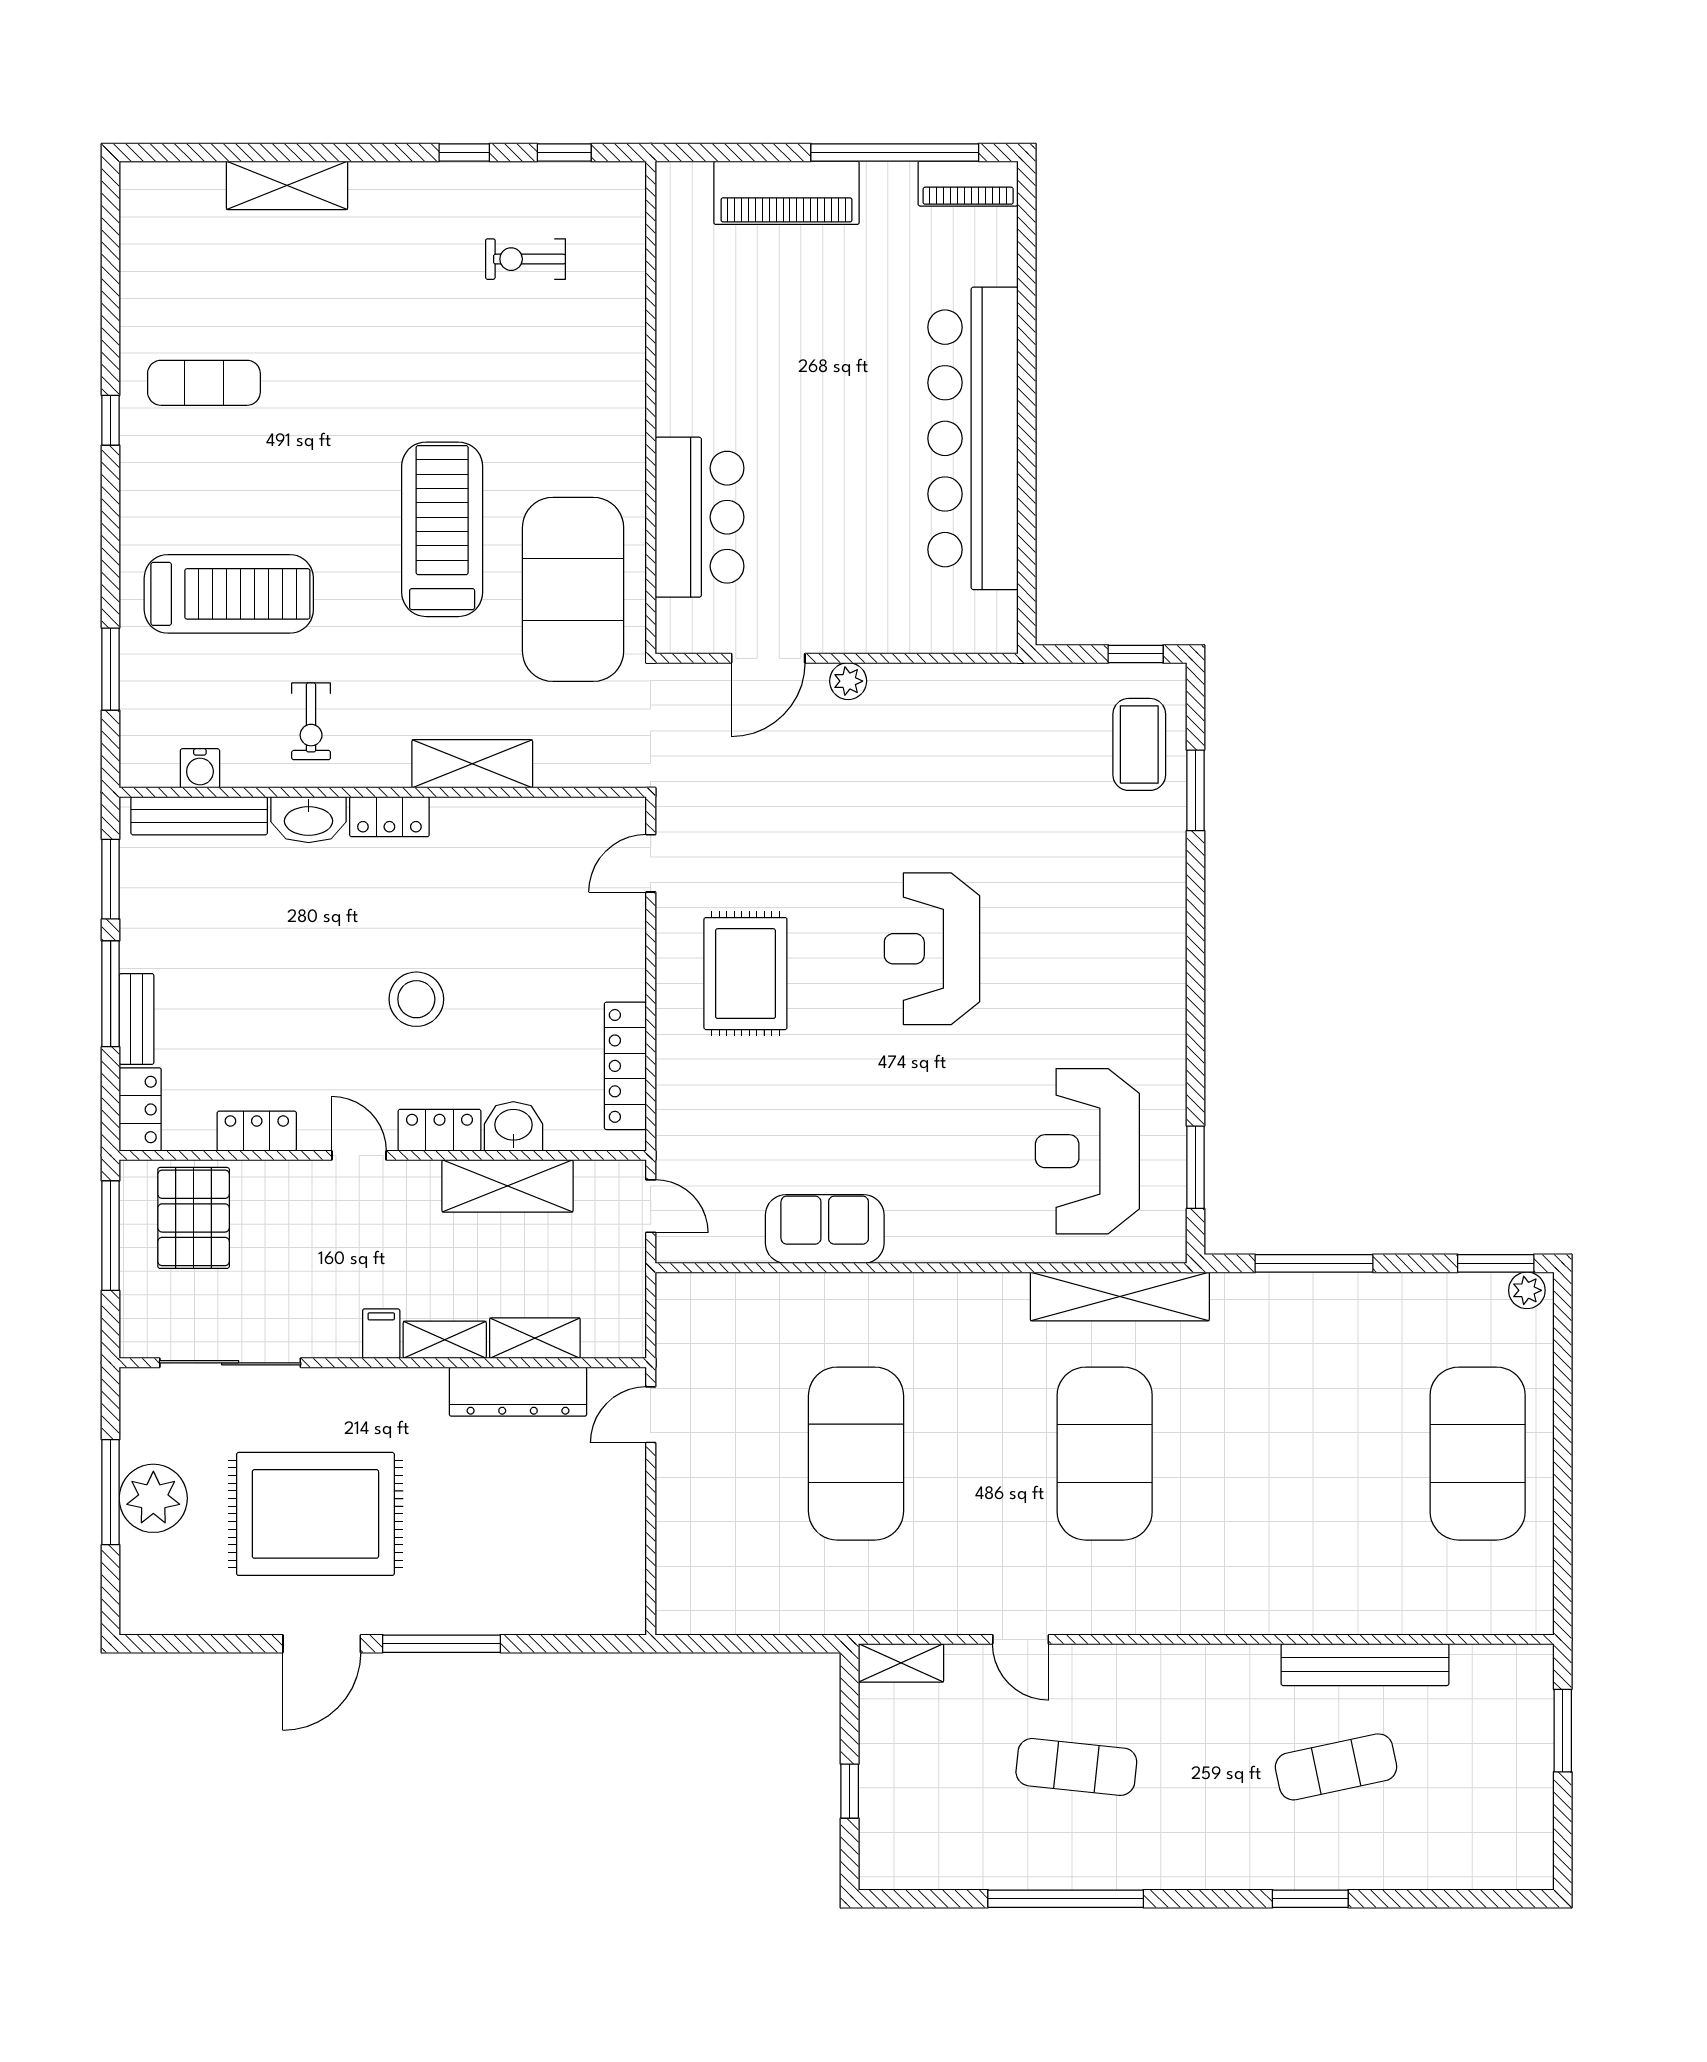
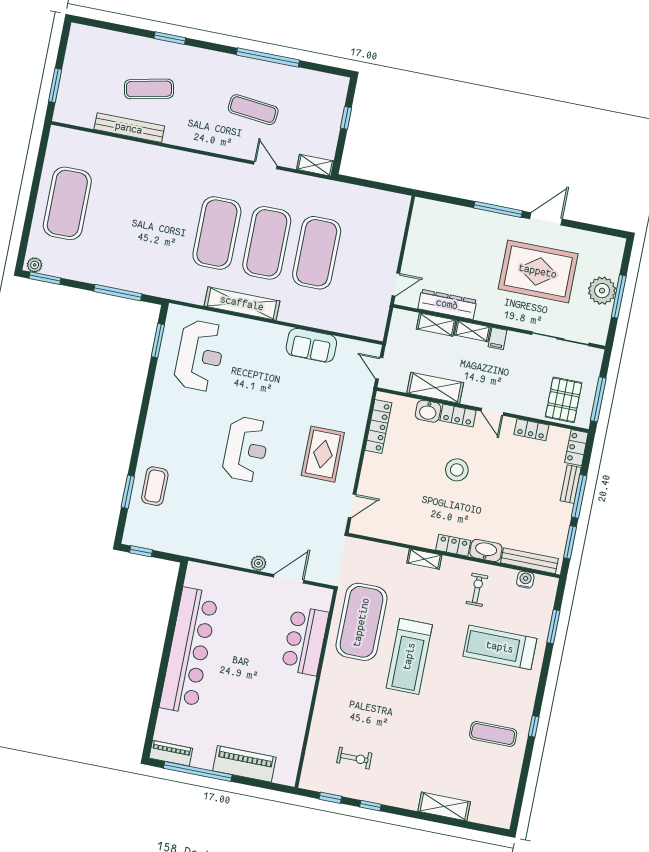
coffee table: (1139, 744) -> (155, 486), moved
shelving: (472, 764) -> (424, 559), width x0.67, depth x0.75
shelving: (1120, 1296) -> (242, 303), moved
exercise mat: (980, 1454) -> (267, 243), added

